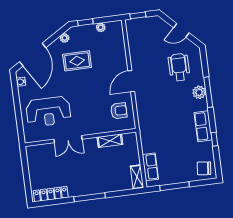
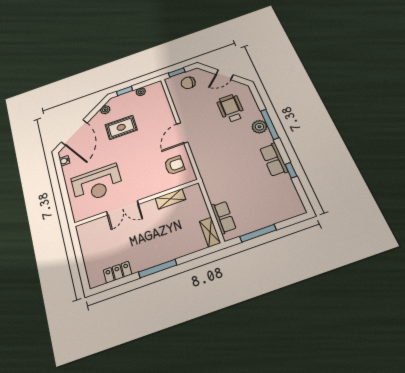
chair: (204, 168) -> (188, 83), moved
locker: (51, 194) -> (118, 272), width x0.66

